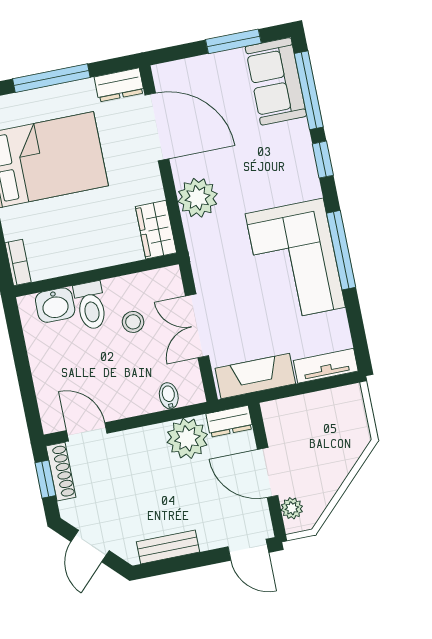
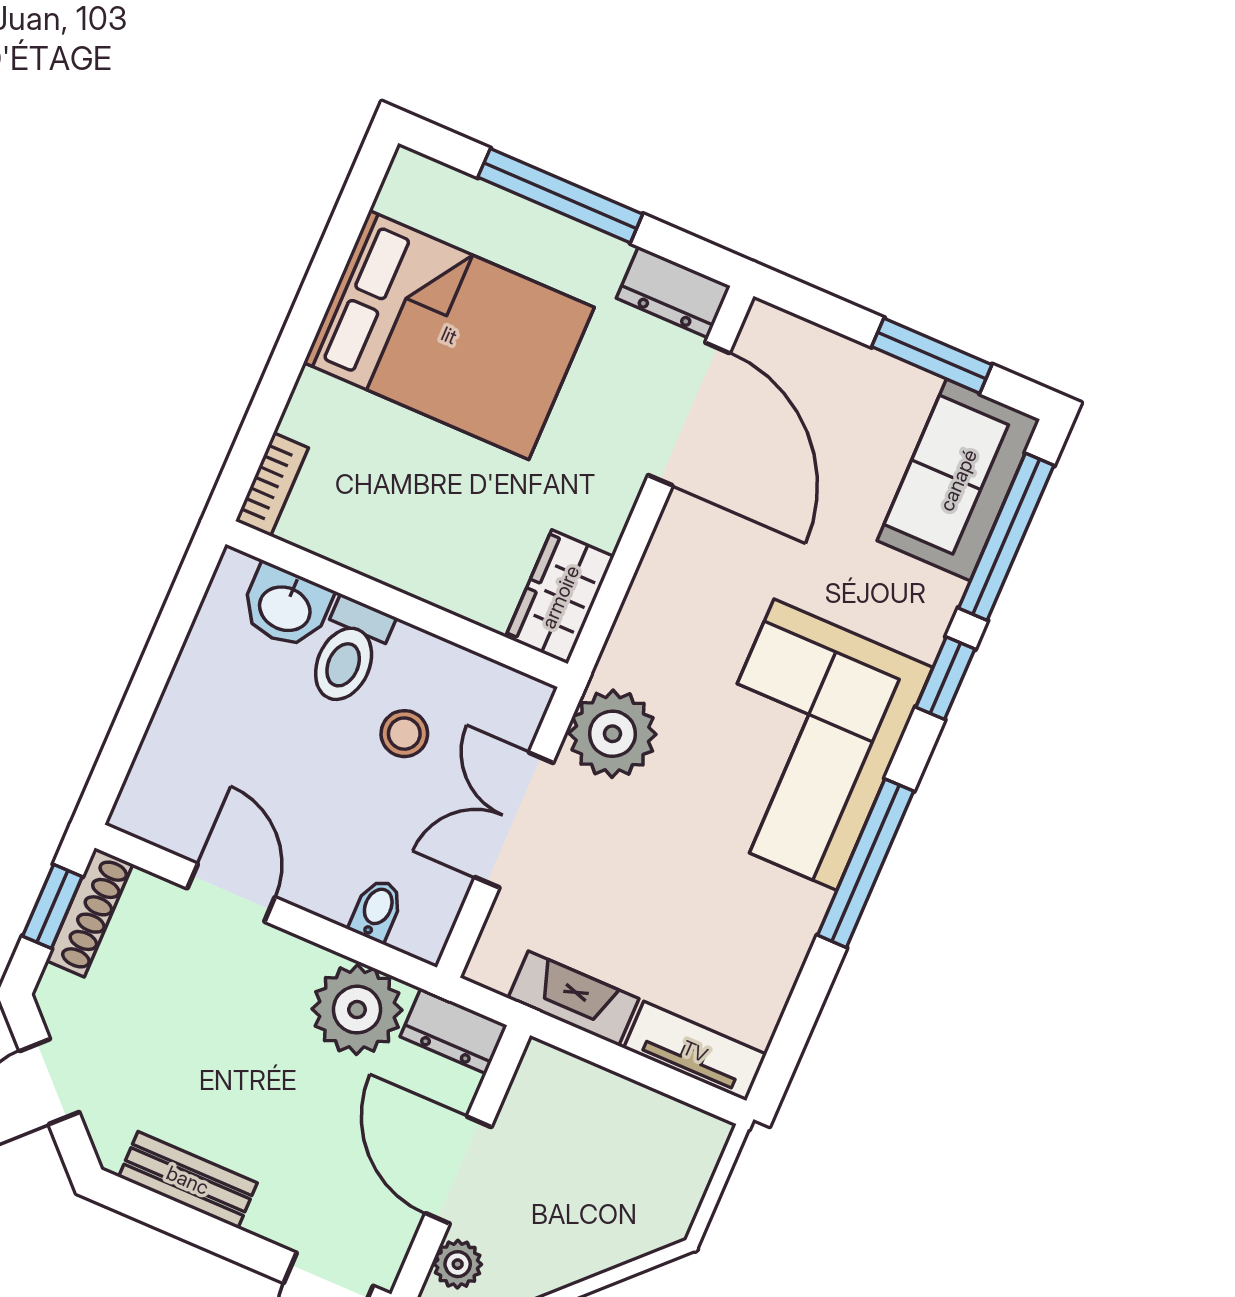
plant: (198, 198) -> (612, 734), moved
corner sofa: (295, 260) -> (805, 745), moved
fireplace: (255, 376) -> (573, 998), width x0.73, depth x0.76
door: (87, 432) -> (231, 893), moved

